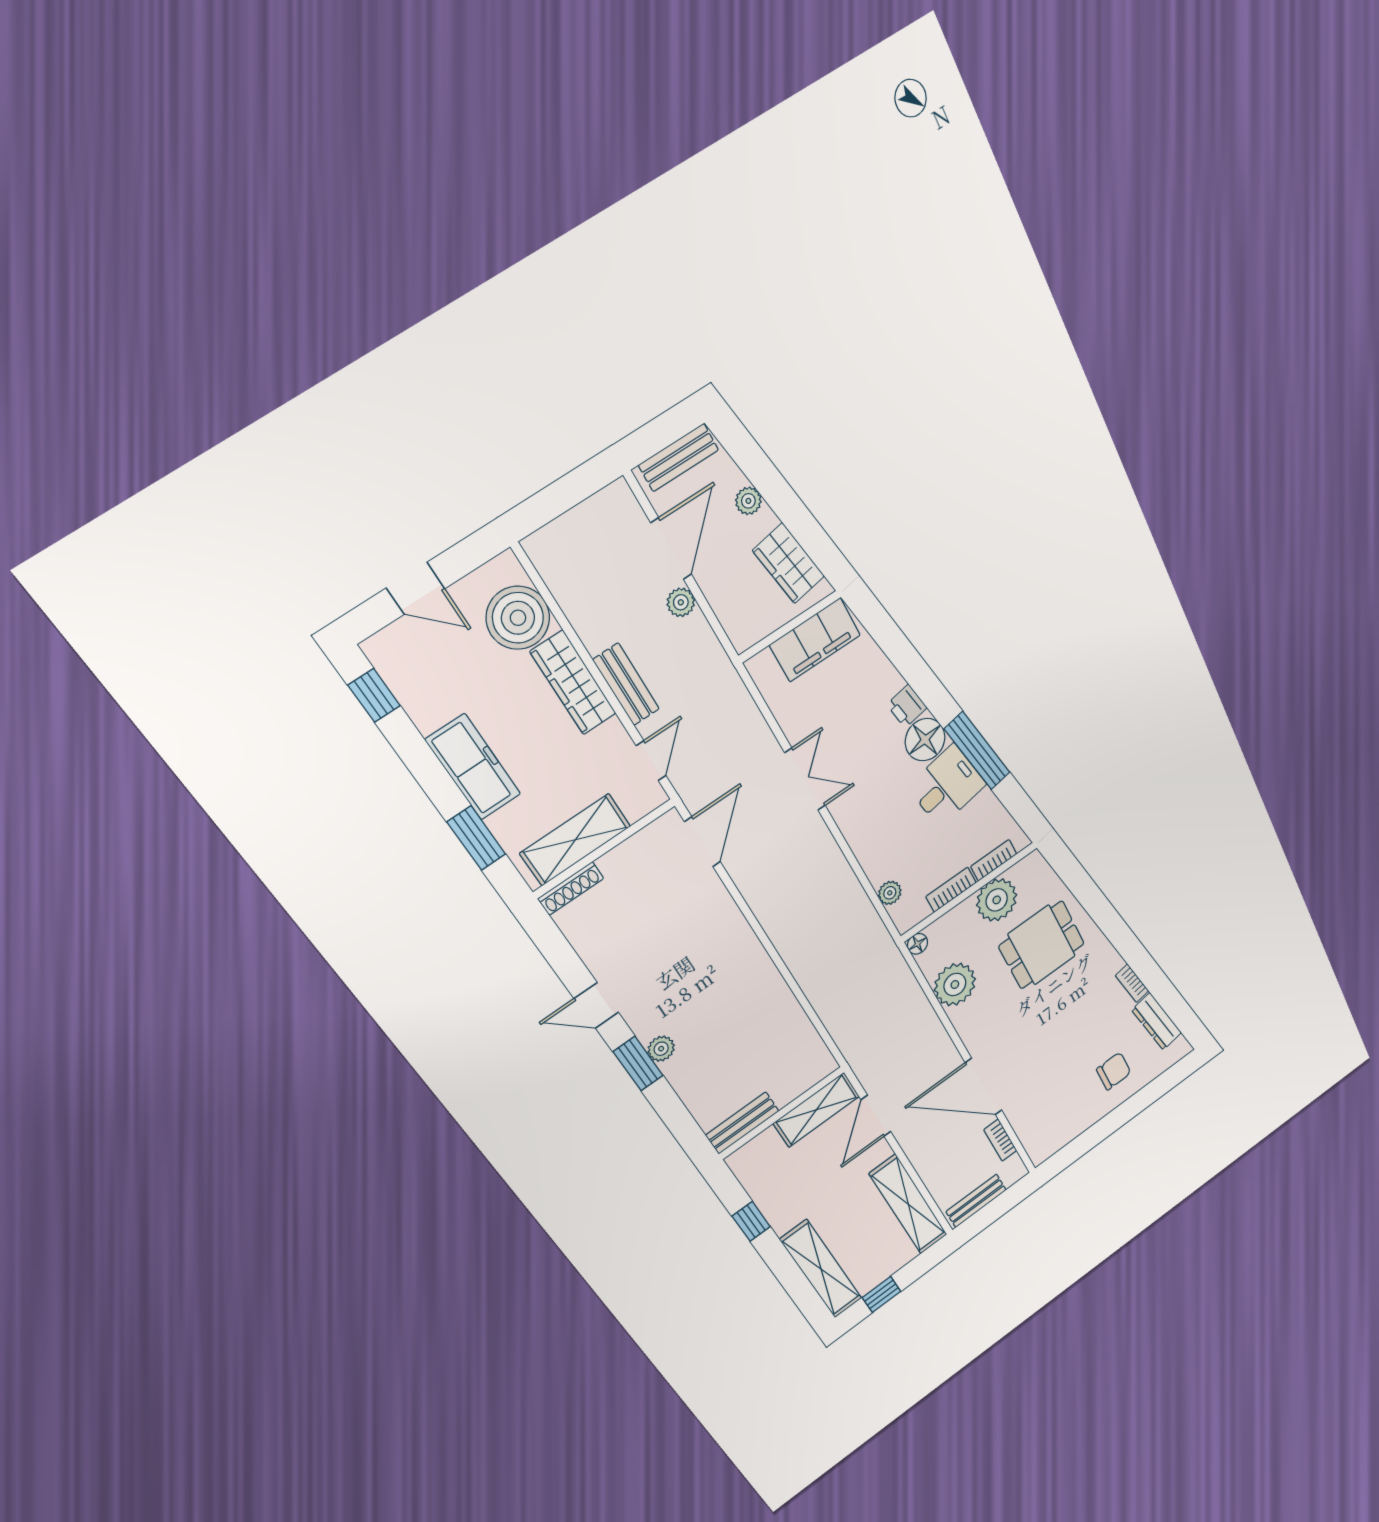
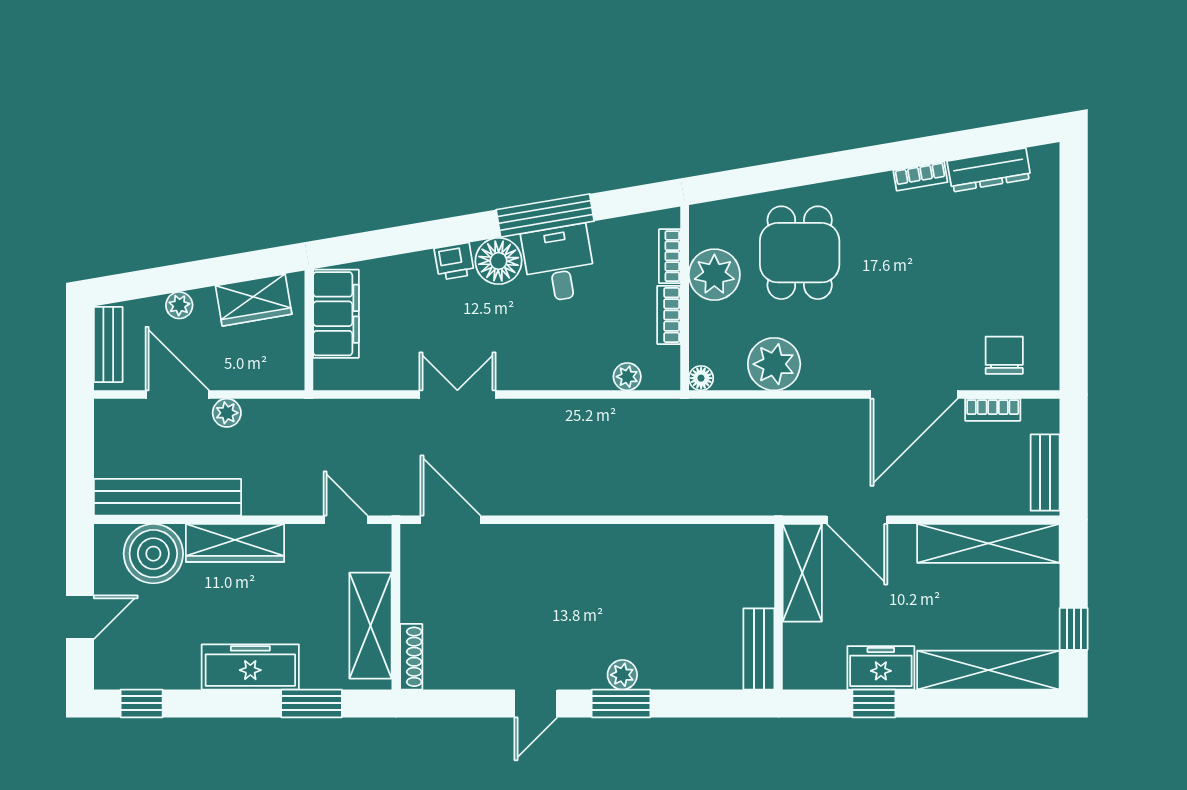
bench: (626, 684) -> (168, 497), moved, width x1.86, depth x1.21
chair: (1114, 1071) -> (1004, 355), moved
freezer: (780, 1207) -> (881, 668), added

